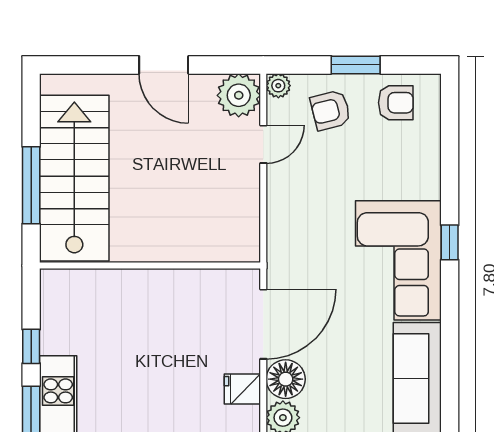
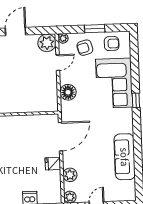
door: (164, 65) -> (16, 32), swing flipped
corner sofa: (398, 260) -> (114, 83), moved
floor lamp: (286, 379) -> (68, 92), moved

